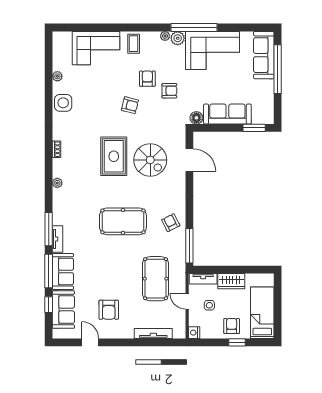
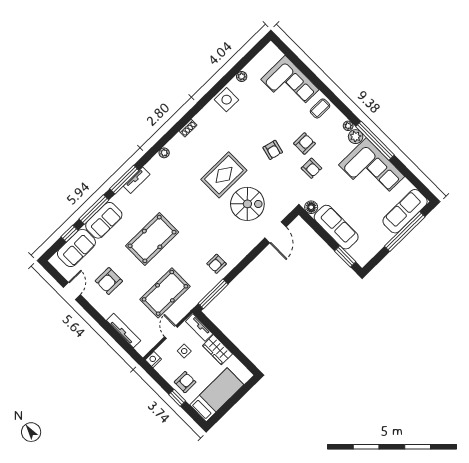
spiral stairs: (150, 160) -> (247, 204), turned -90
pool table: (123, 221) -> (152, 239), moved, turned 90
armchair: (171, 223) -> (217, 264), turned -153
tv unit: (57, 239) -> (137, 180), moved

